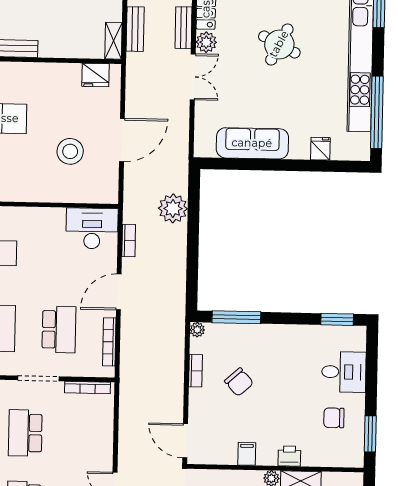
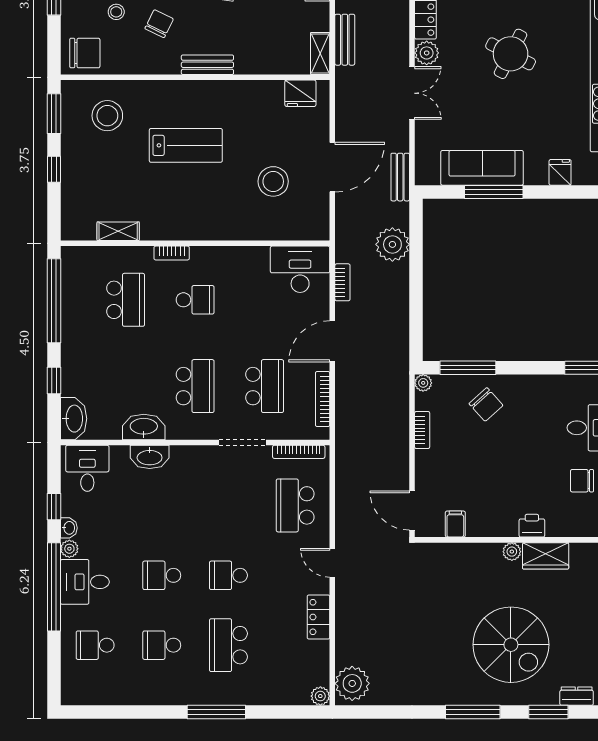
bench: (183, 28) -> (400, 177), moved
window: (262, 165) -> (494, 192), added
chair: (239, 382) -> (486, 404), moved
school desk: (25, 433) -> (295, 505), moved
filing cabinet: (247, 454) -> (455, 524), moved

